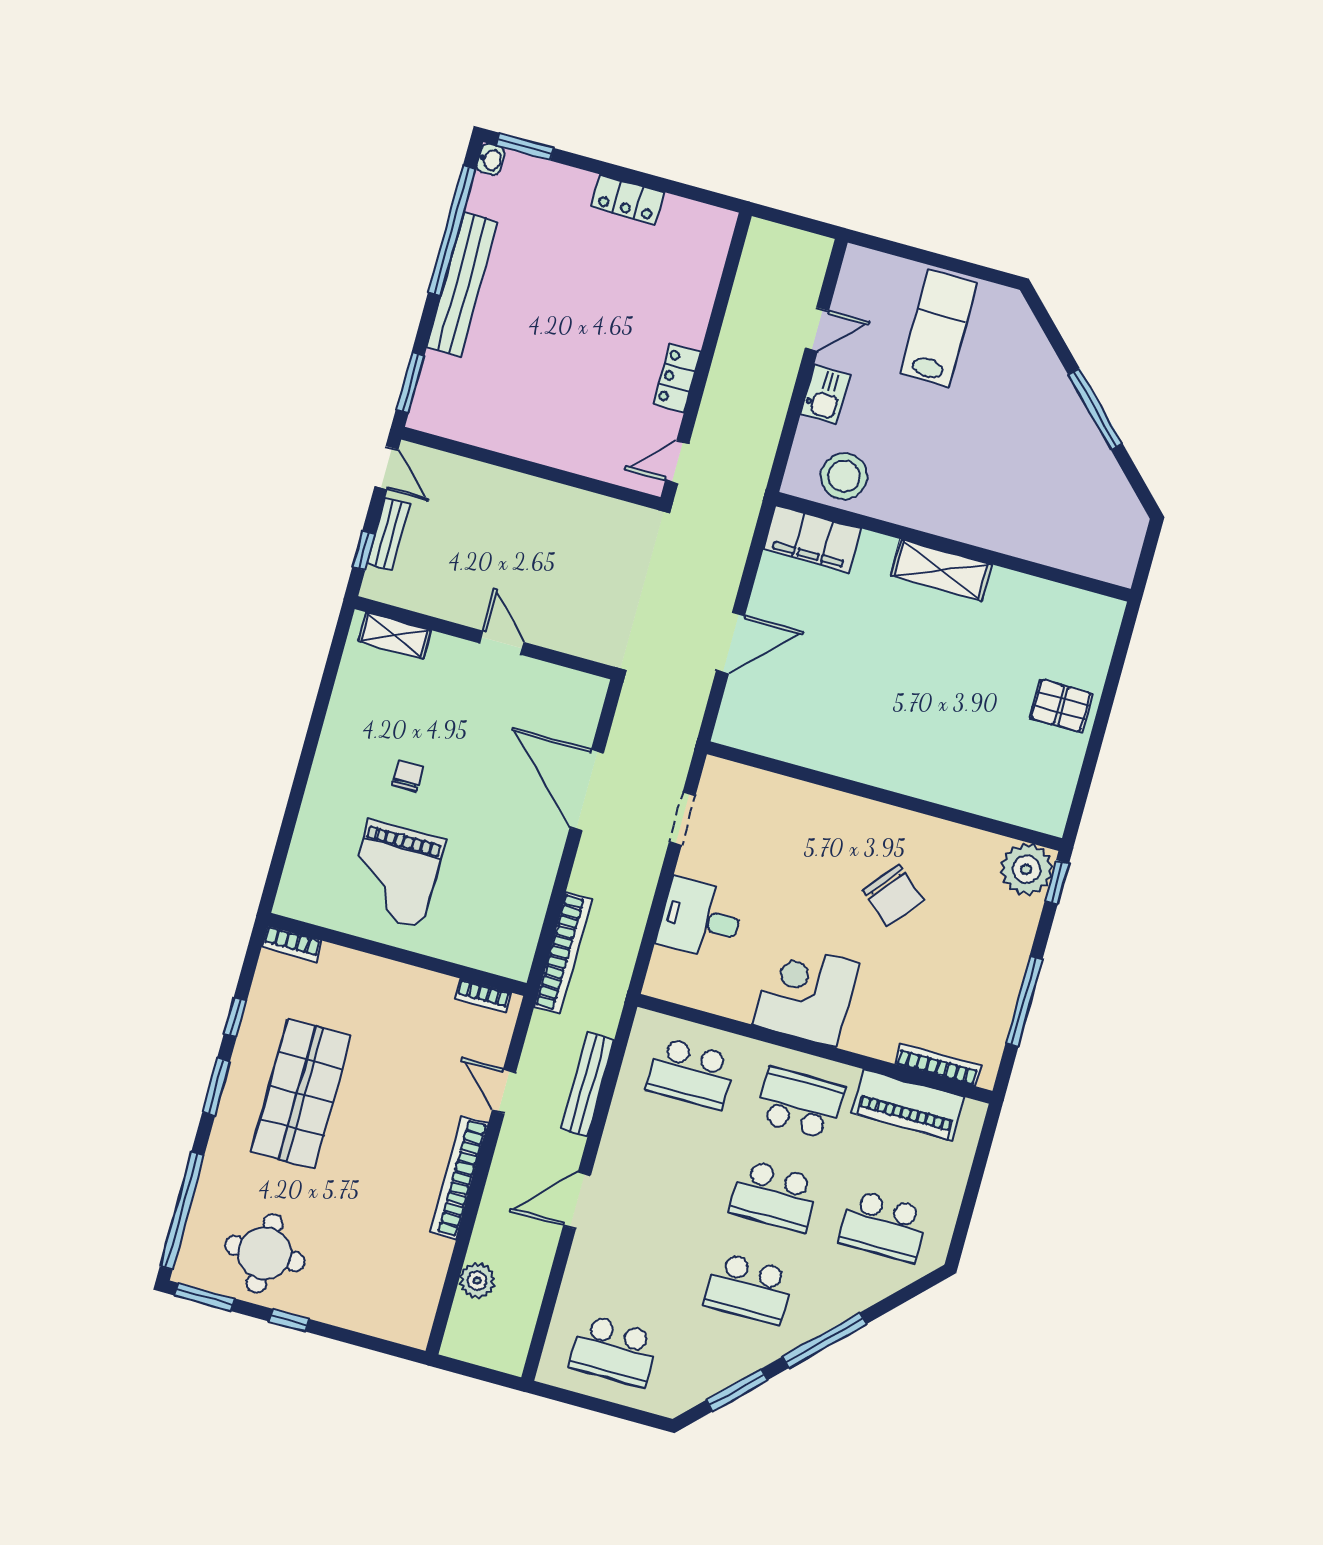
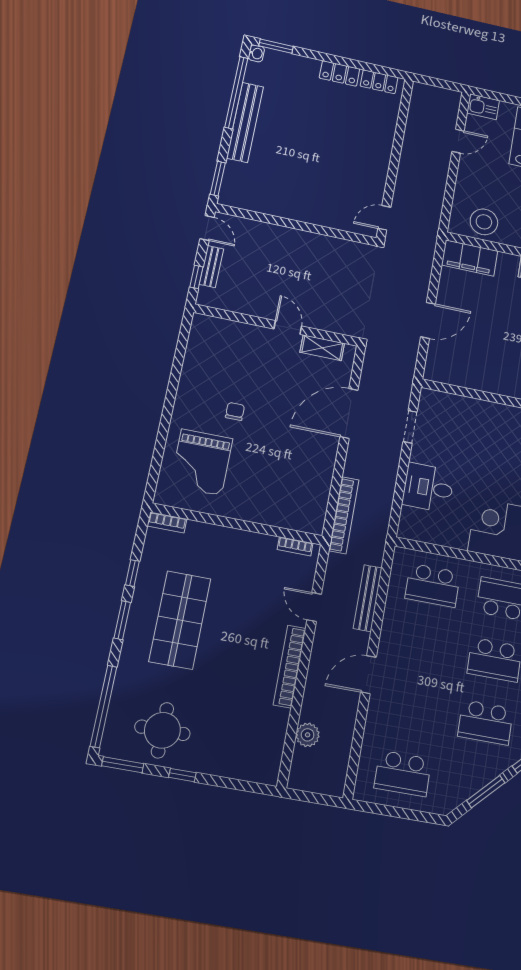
locker: (677, 378) -> (379, 82), moved, turned -90
kitchen sink: (825, 395) -> (483, 107), moved, turned 90
shelving: (395, 636) -> (322, 348), moved
door: (587, 790) -> (349, 413), hinge flipped
grand piano: (395, 874) -> (201, 462), moved

